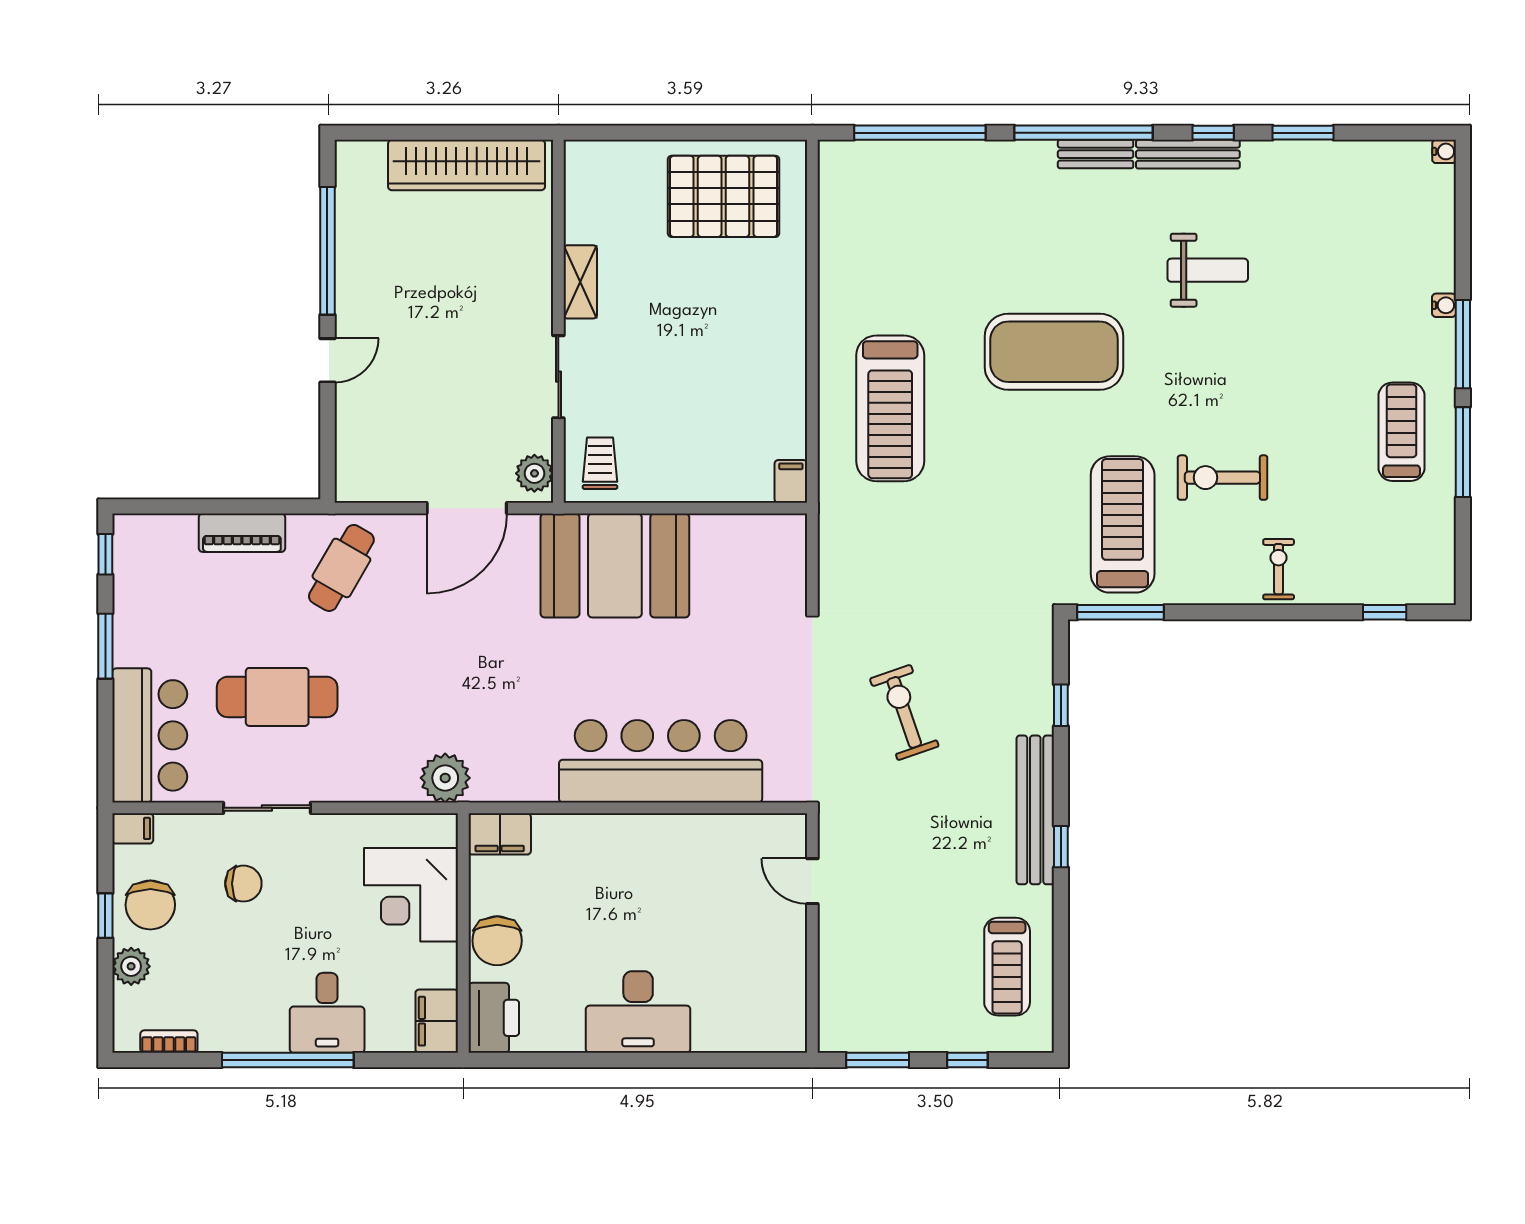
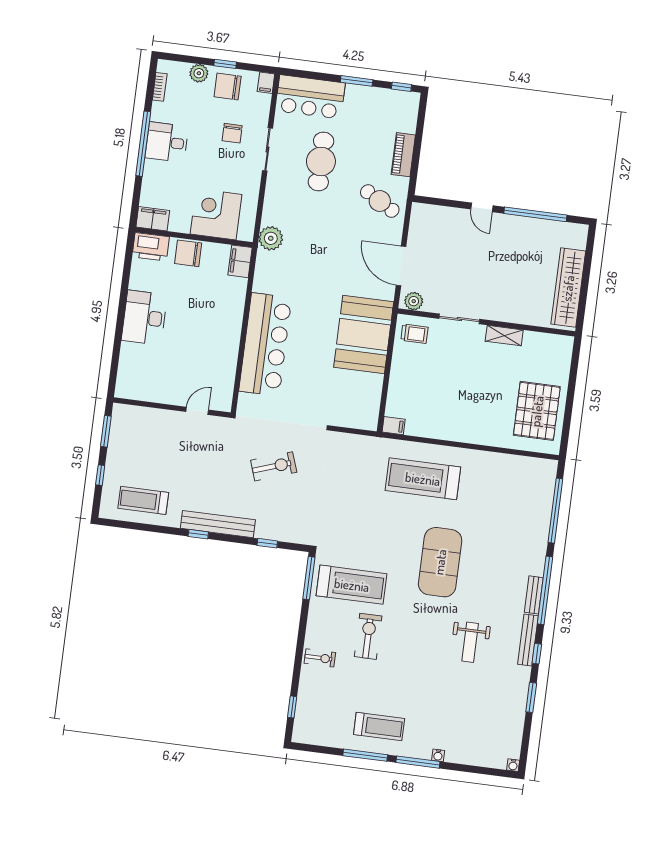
desk: (327, 1013) -> (167, 142), moved

